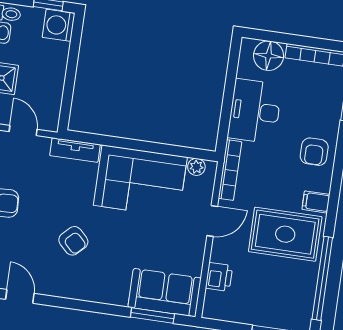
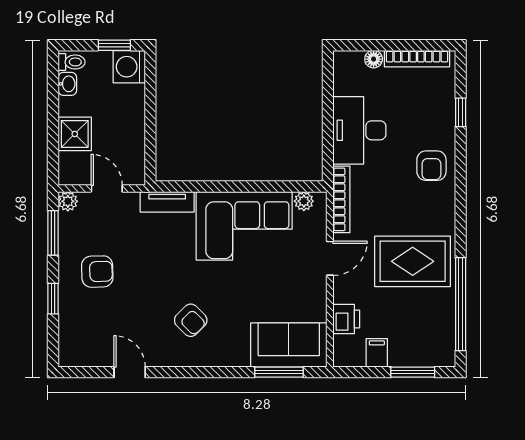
floor lamp: (269, 56) -> (374, 59), width x0.53, depth x0.53
filing cabinet: (316, 202) -> (377, 353), moved, turned 90
armchair: (73, 241) -> (191, 320), moved

